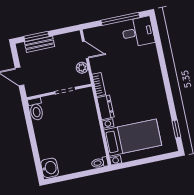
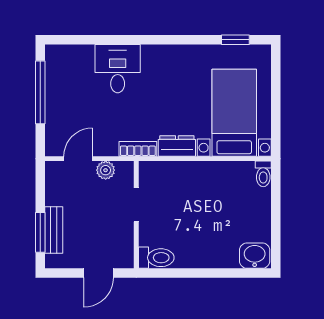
desk: (138, 32) -> (118, 69), moved

